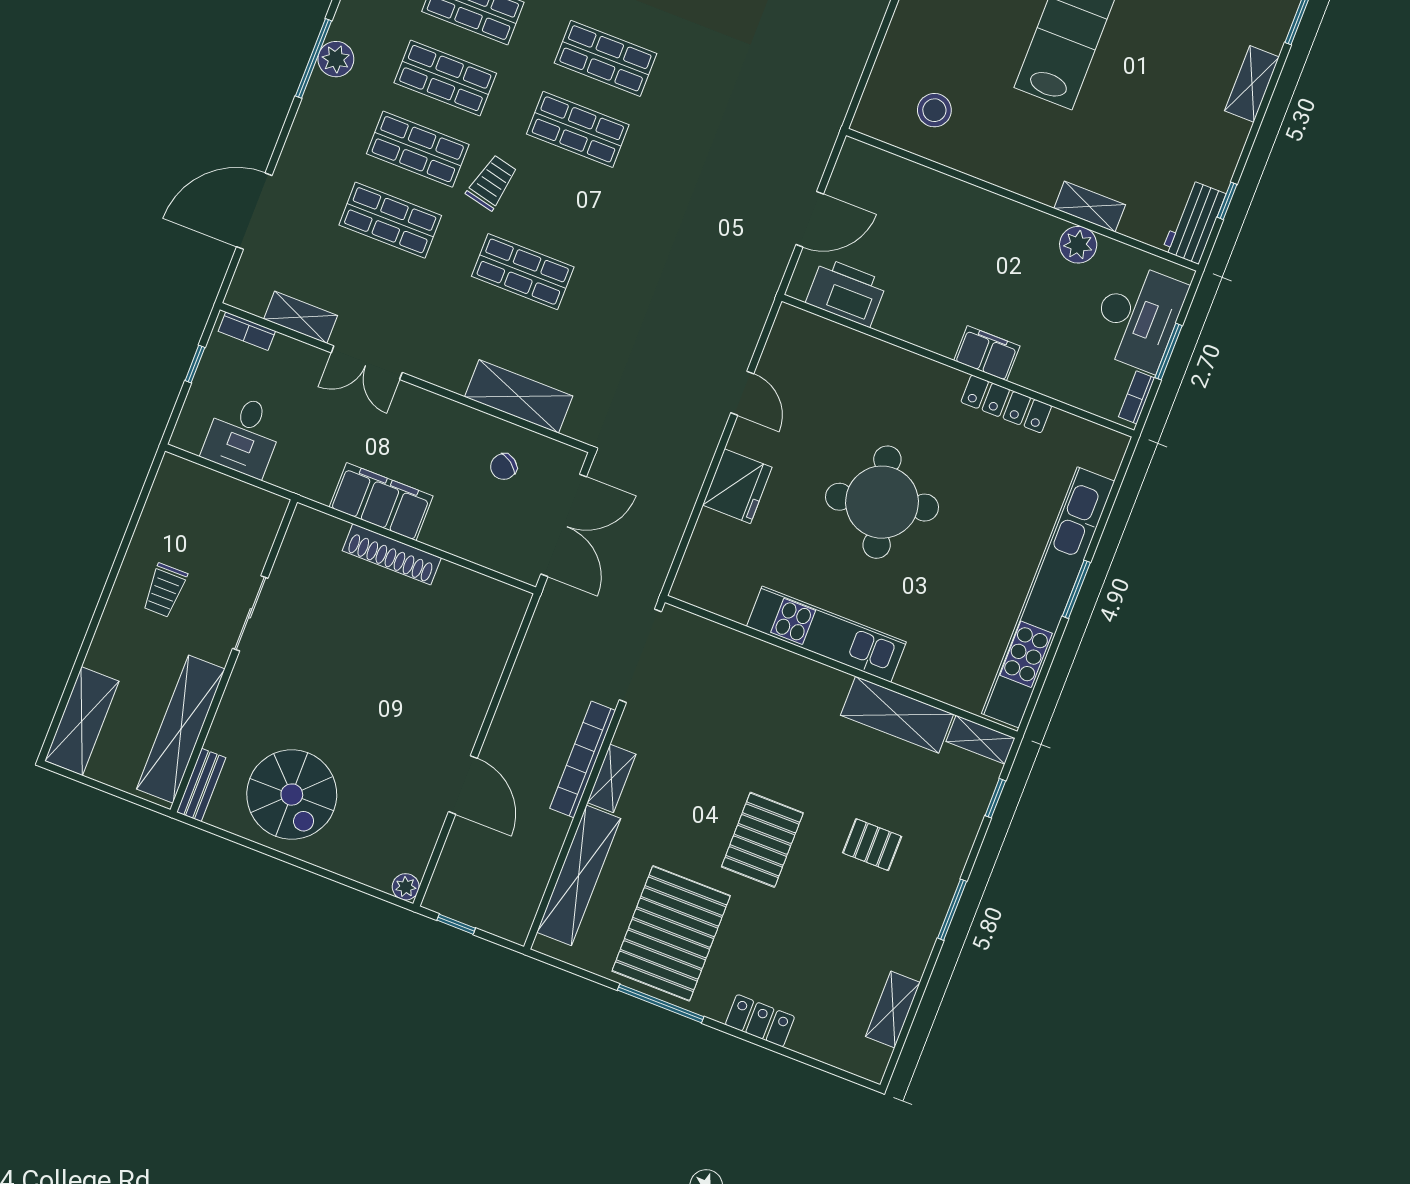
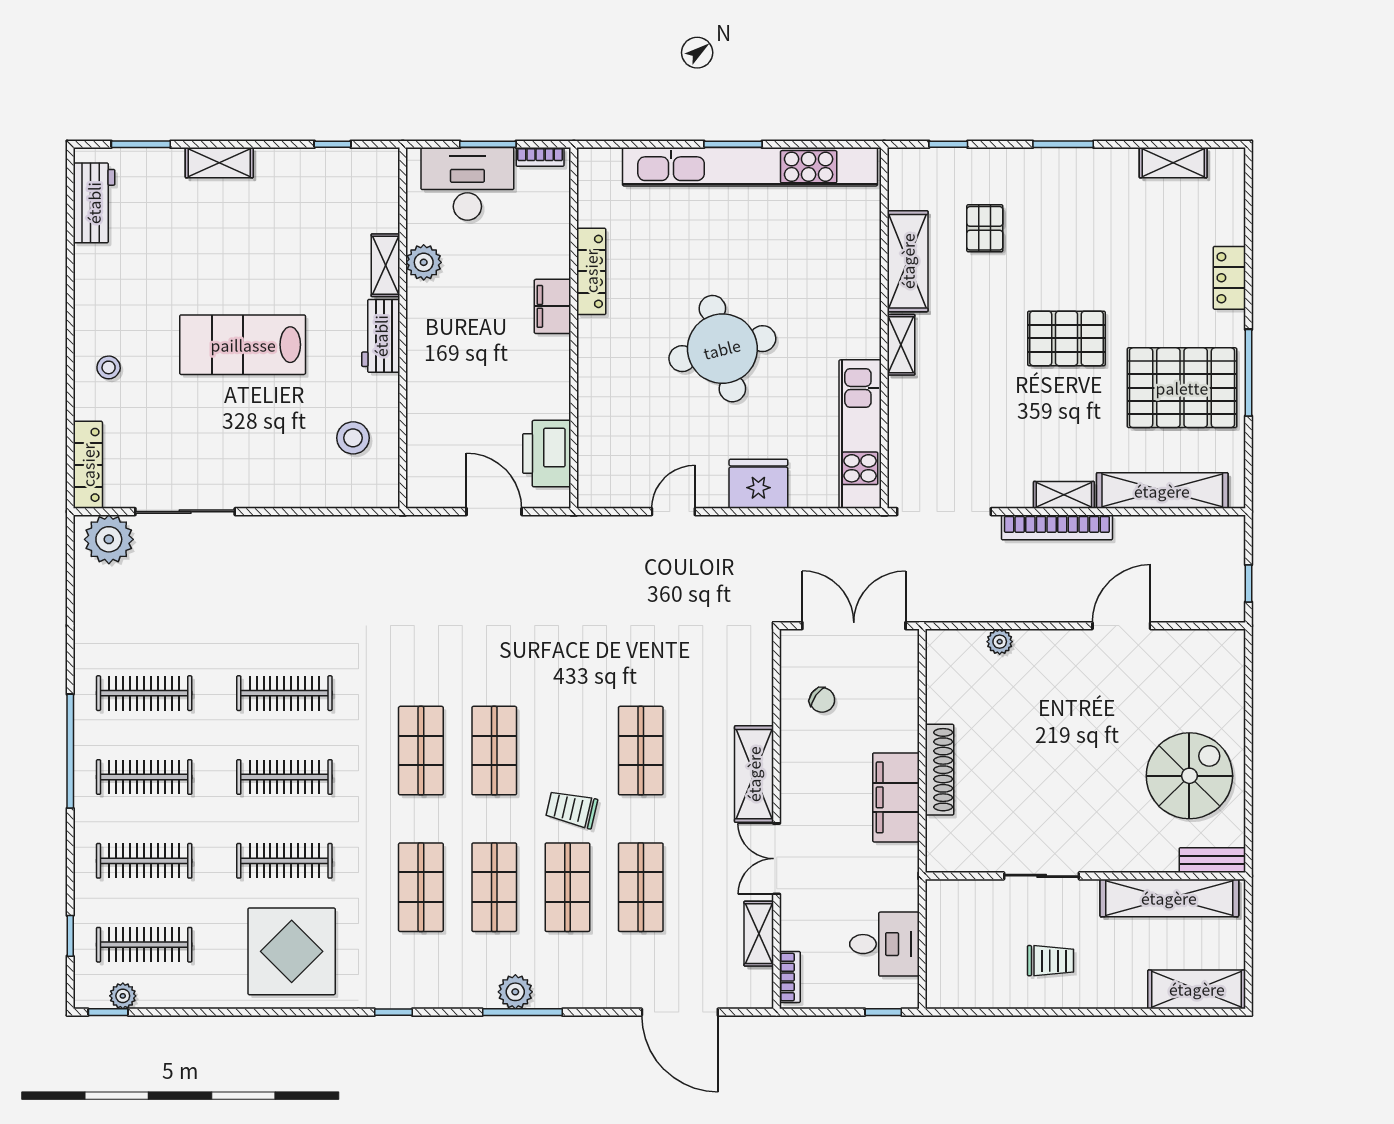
workbench: (1194, 222) -> (381, 336), moved, turned 90
double door: (367, 363) -> (777, 859), swing flipped
window: (195, 364) -> (883, 1012), moved
shelving: (519, 396) -> (754, 774), moved
kitchen unit: (826, 634) -> (860, 434), moved
shelving: (981, 740) -> (901, 345), moved
pallet: (872, 845) -> (985, 228), moved
plant: (406, 887) -> (1000, 642), moved

